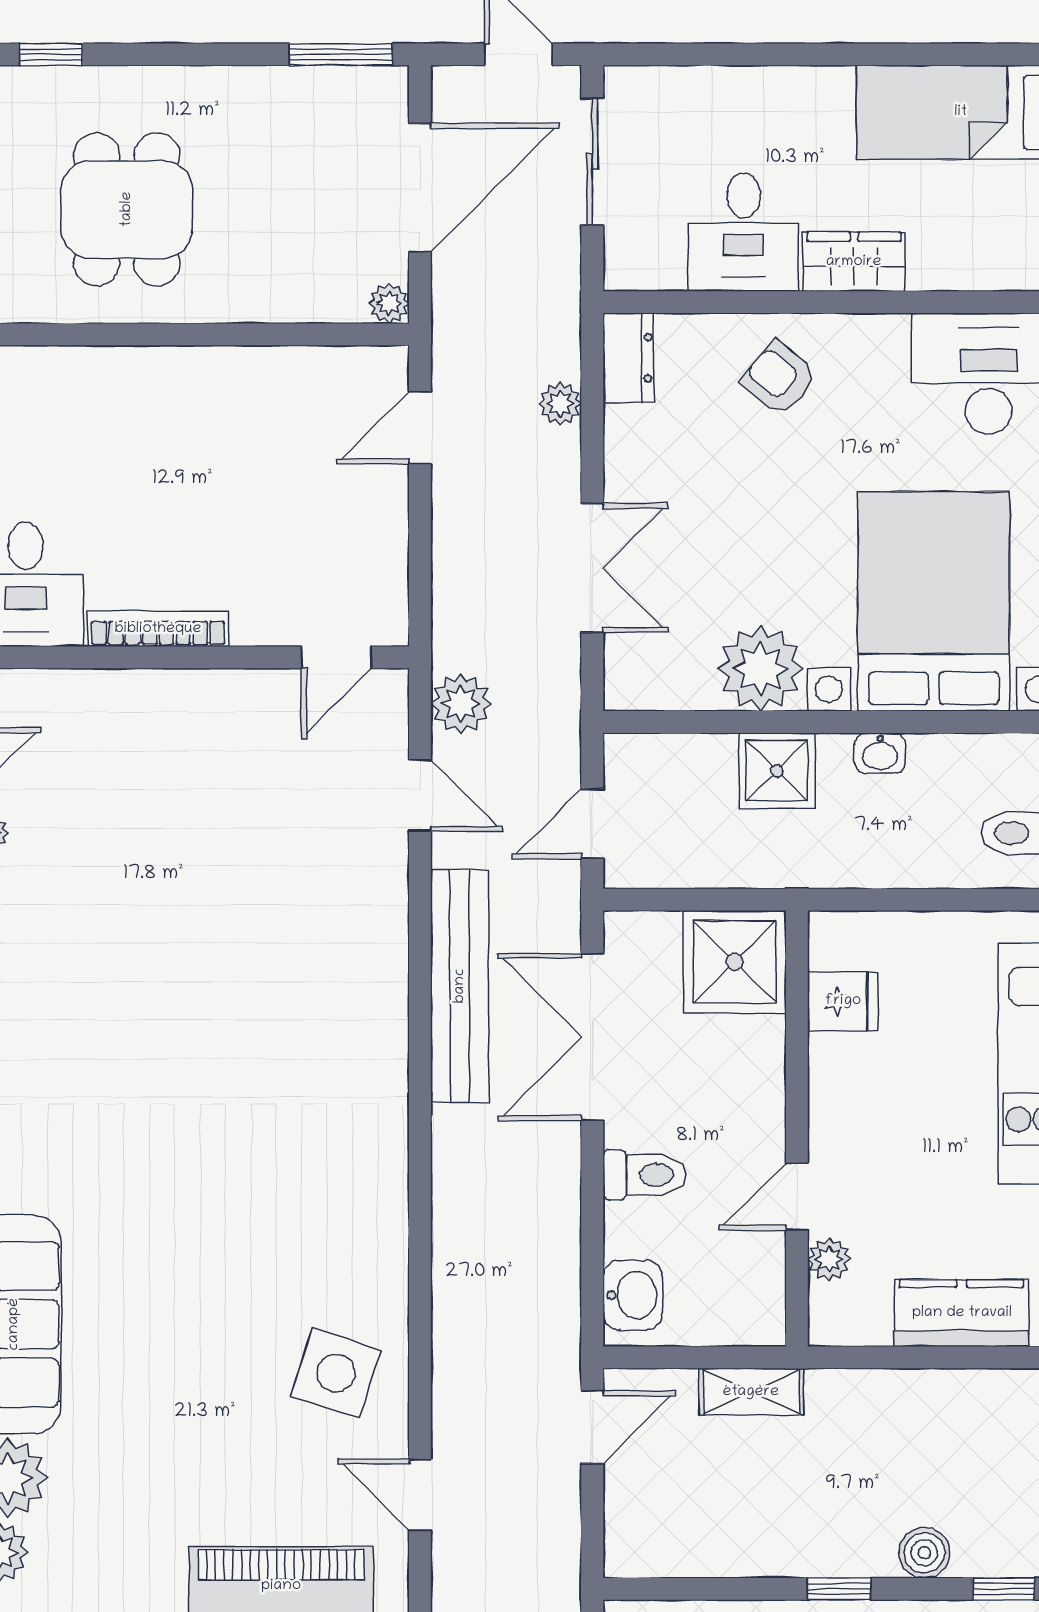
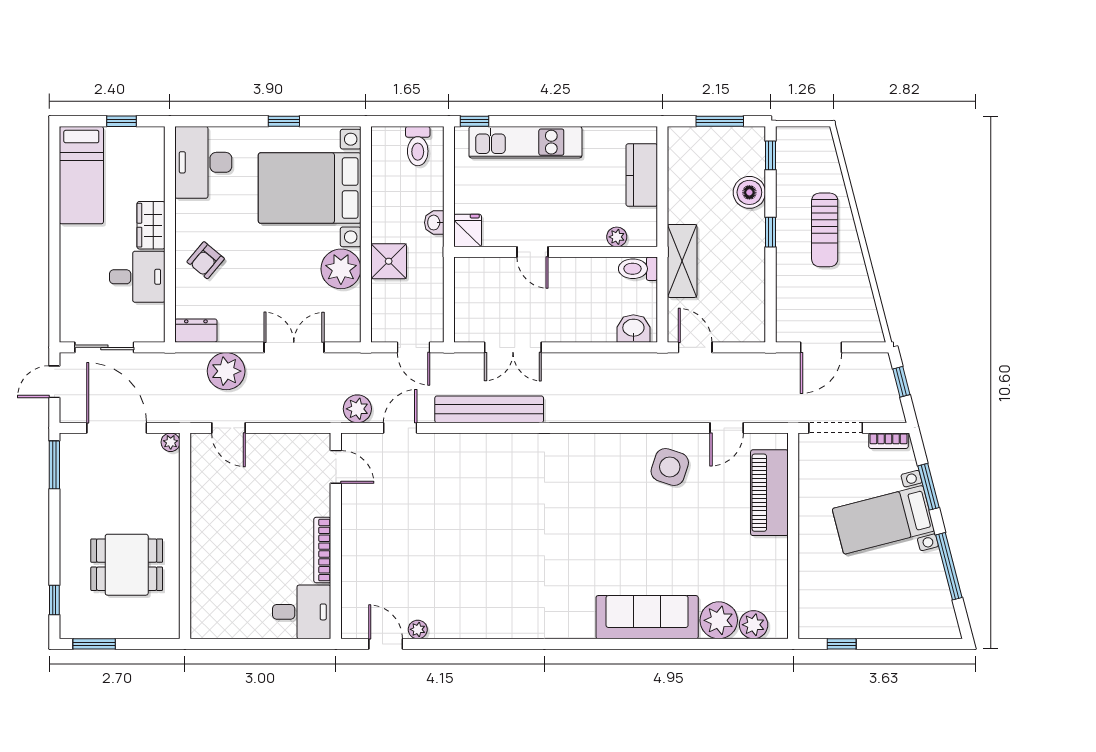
plant: (560, 404) -> (226, 371), width x1.88, depth x1.88
washbasin: (880, 753) -> (434, 223), moved, turned 180
shower: (735, 962) -> (478, 281), removed
fridge: (843, 1001) -> (468, 230), moved
double door: (592, 1037) -> (513, 347), width x0.73
toilet: (645, 1175) -> (638, 269), moved, turned -90
door: (797, 1196) -> (533, 252), moved
shelving: (751, 1392) -> (682, 261), width x1.50, depth x1.33
boiler: (924, 1553) -> (749, 192), width x1.36, depth x1.36

